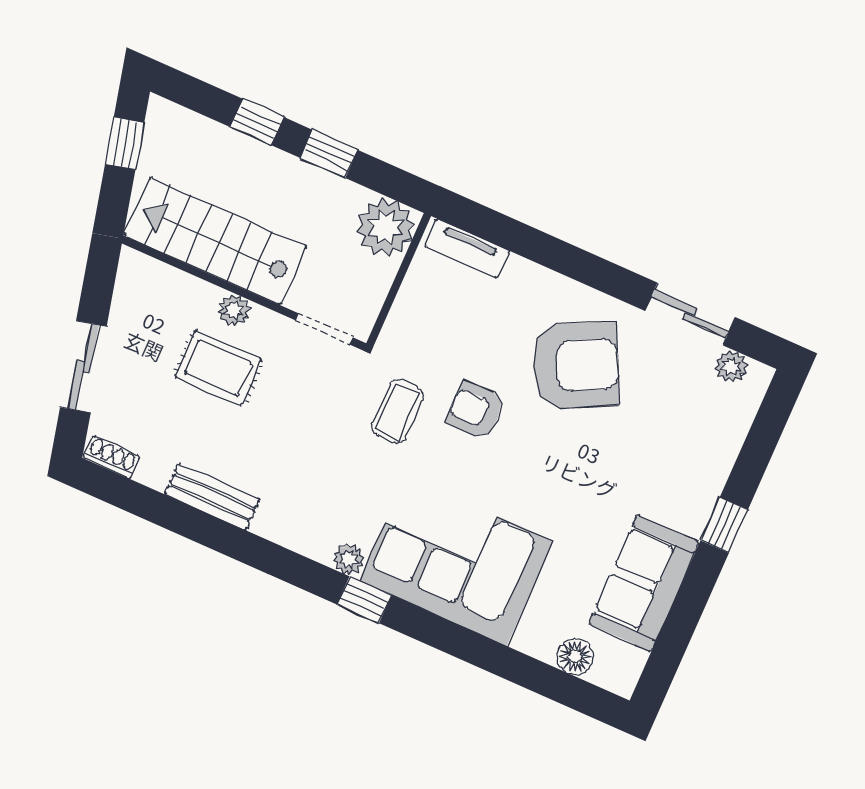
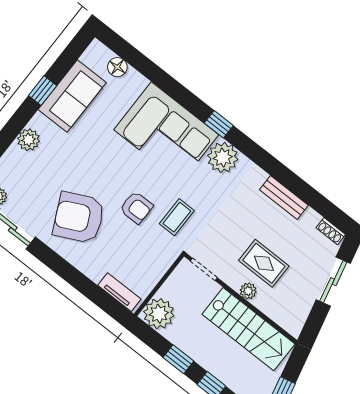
plant: (703, 484) -> (29, 140), added
window: (724, 525) -> (43, 91), moved
plant: (349, 559) -> (223, 158), width x1.88, depth x1.88

